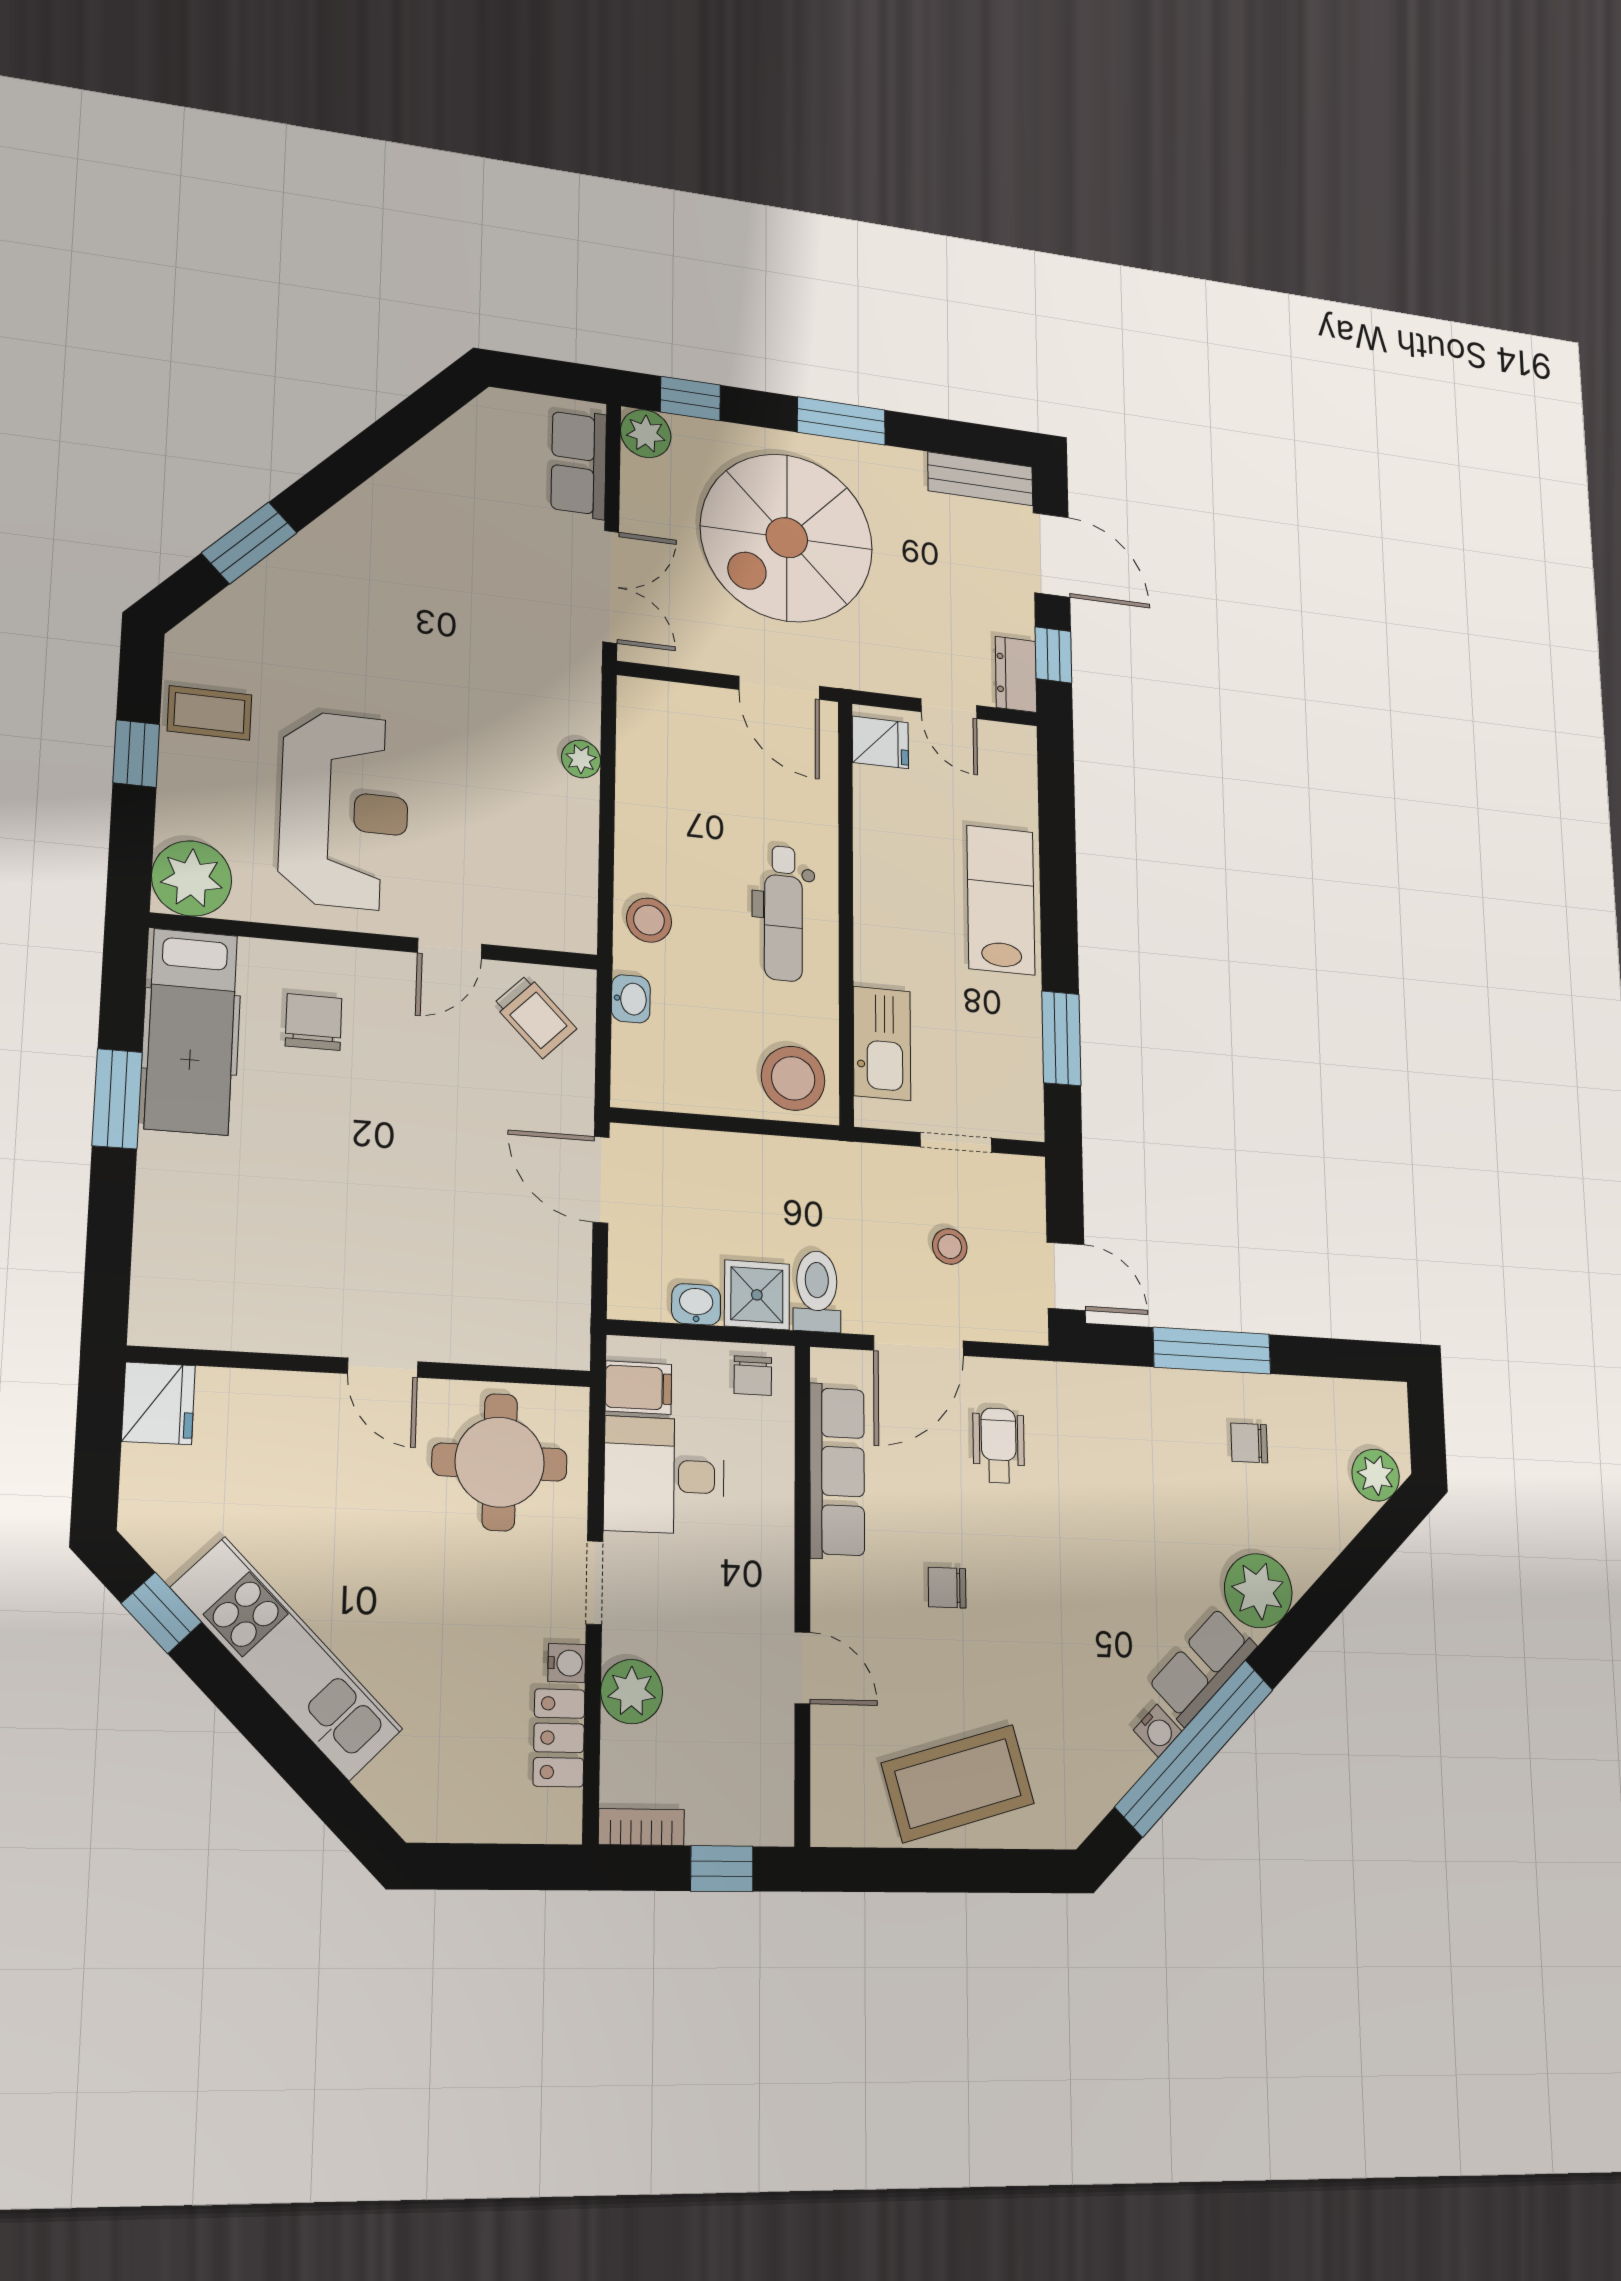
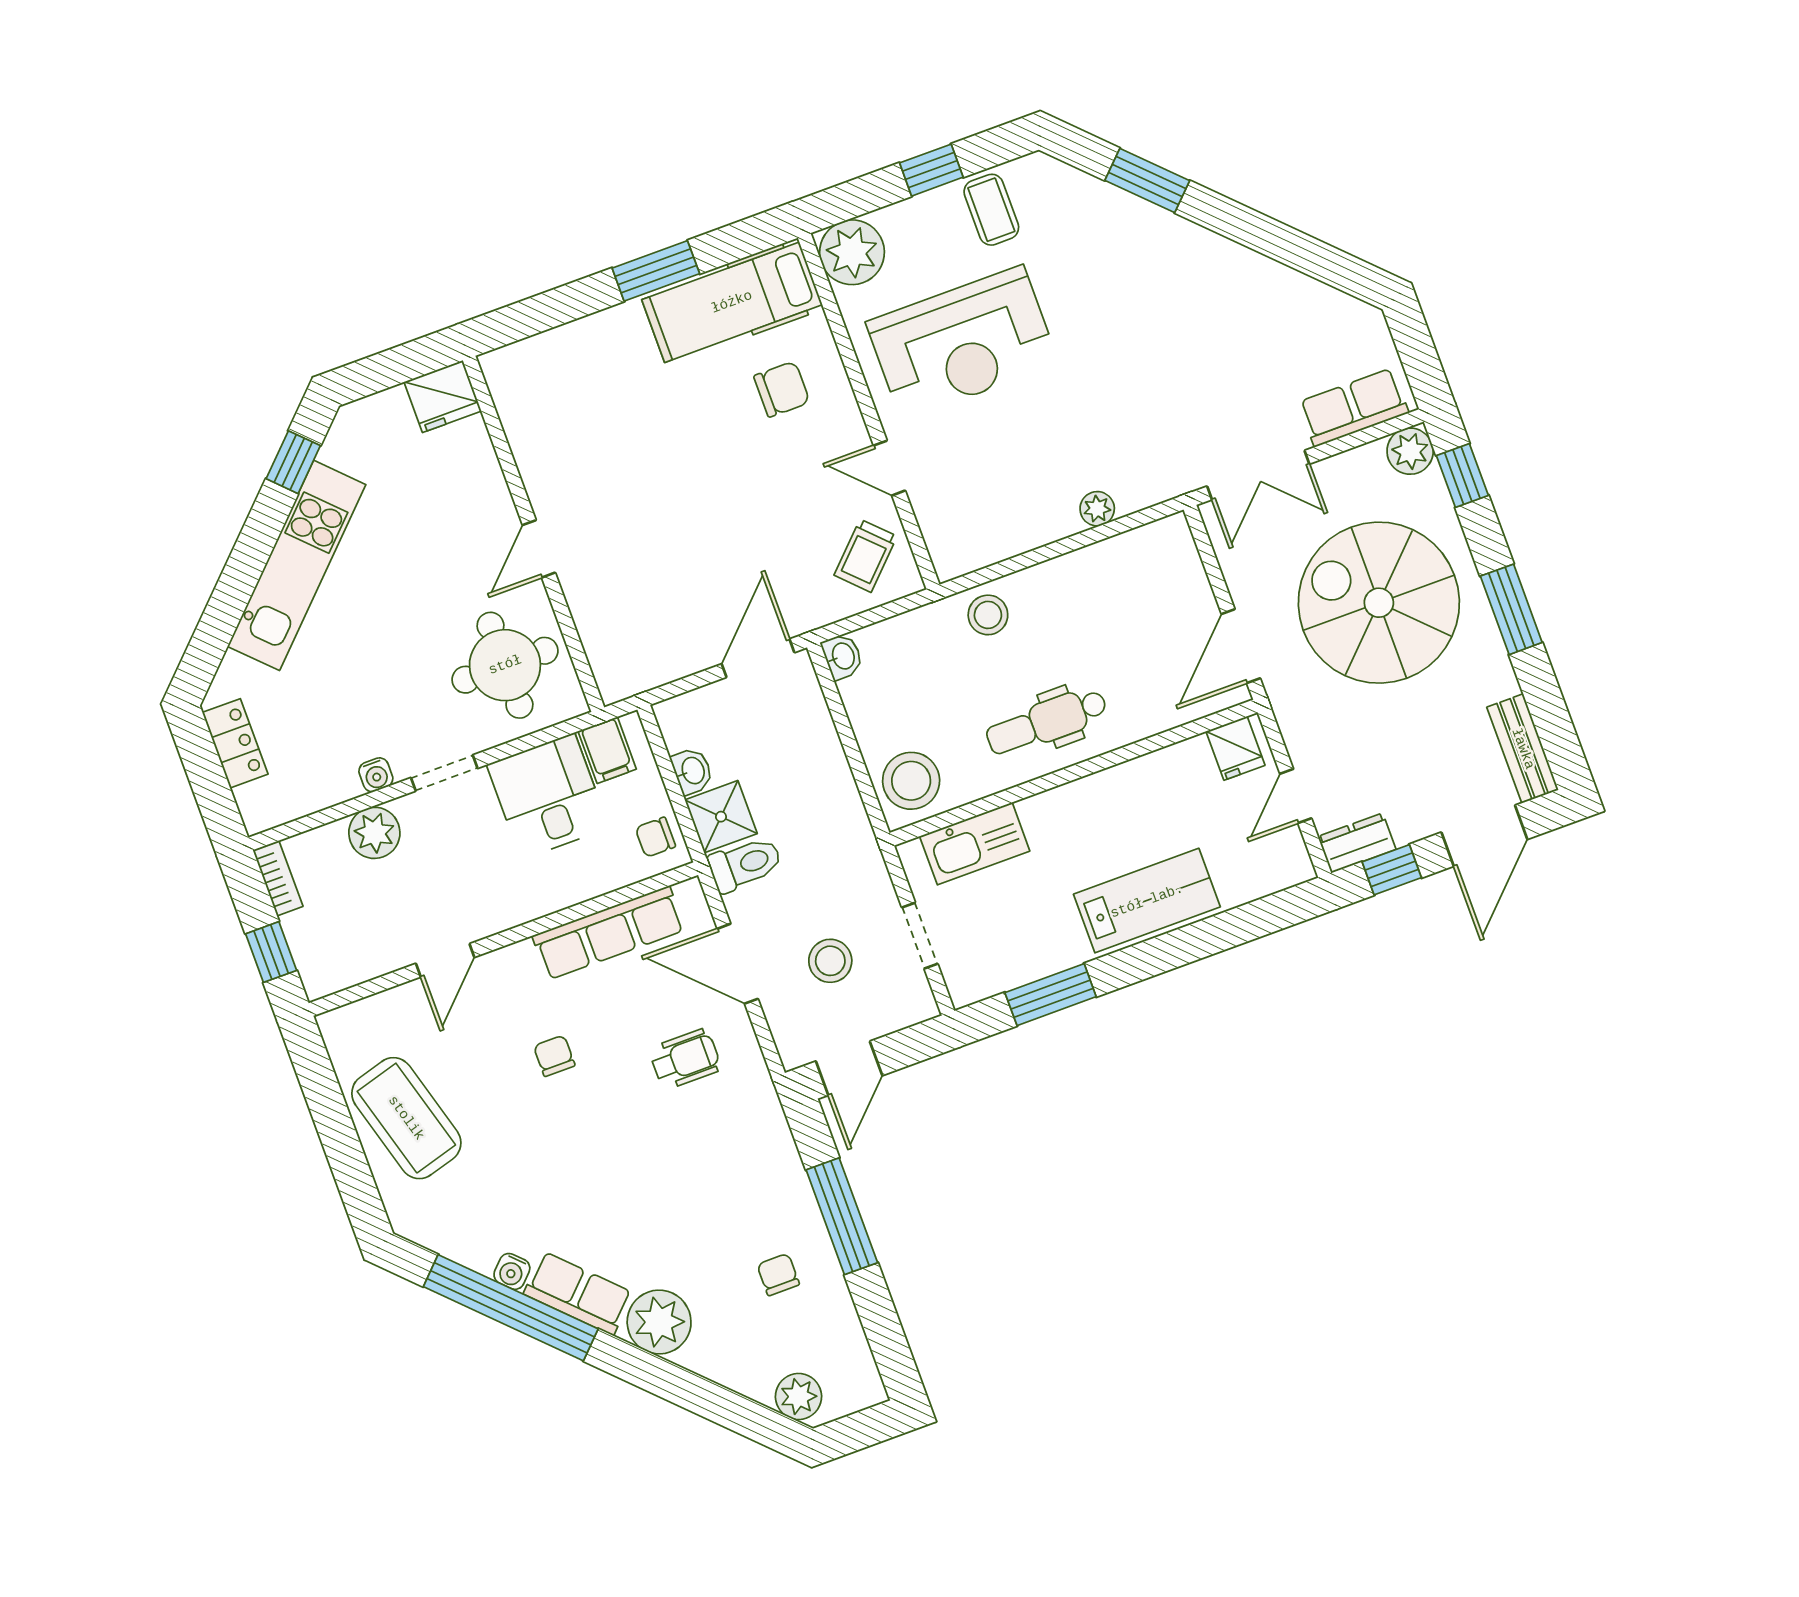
washbasin: (631, 999) -> (842, 656), moved, turned -90
stool: (950, 1246) -> (830, 961), width x1.37, depth x1.37
locker: (559, 1738) -> (235, 743), moved, turned 90

